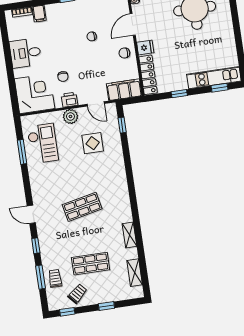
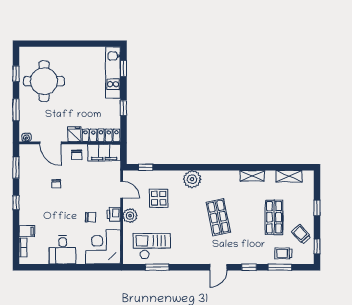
filing cabinet: (124, 90) -> (104, 153), moved, turned -90
door: (96, 104) -> (122, 190), hinge flipped
plant: (117, 174) -> (192, 179), added

